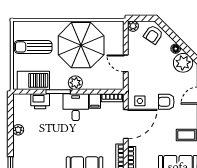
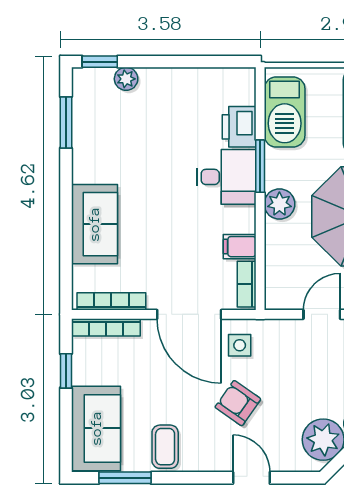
armchair: (166, 102) -> (238, 403), turned -55
desk: (76, 107) -> (226, 177), moved
plant: (18, 130) -> (126, 79), moved

